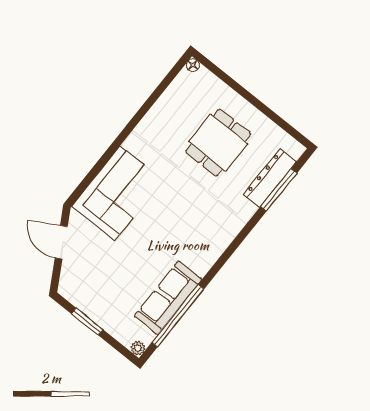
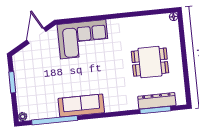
sofa: (168, 298) -> (81, 106), moved

